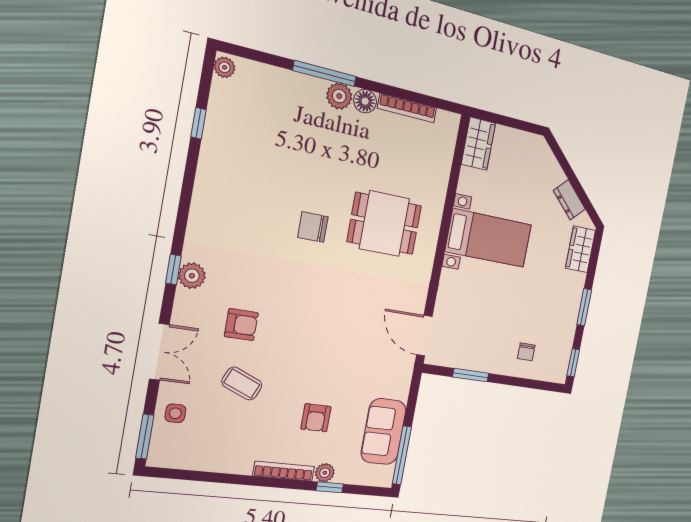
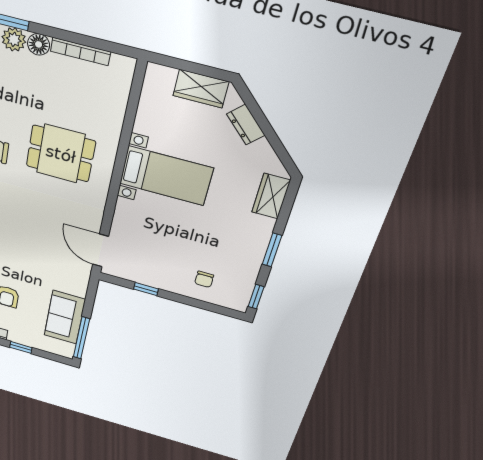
wardrobe: (478, 144) -> (201, 89), moved, turned 90
dresser: (569, 200) -> (246, 125), moved
window: (471, 375) -> (146, 289), width x0.67
plant: (325, 473) -> (16, 337), removed

